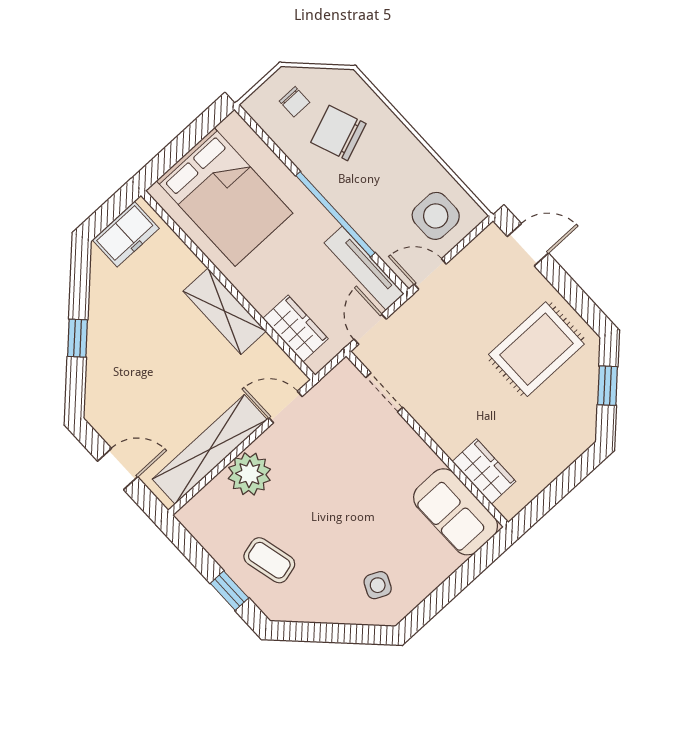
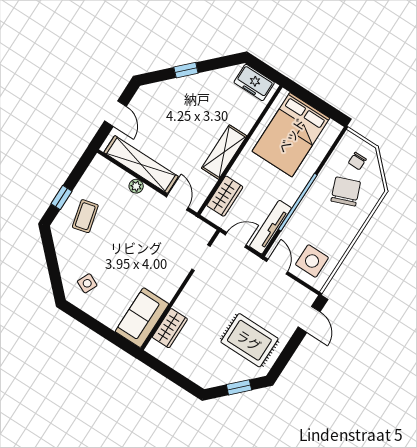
plant: (249, 474) -> (136, 186), width x0.53, depth x0.53

